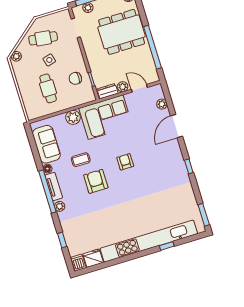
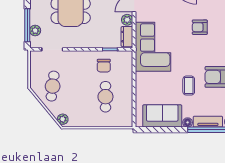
side table: (49, 60) -> (77, 87), removed
cafe table: (48, 88) -> (105, 97), turned 90
plant: (73, 117) -> (143, 80), removed
armchair: (125, 162) -> (200, 27), moved

